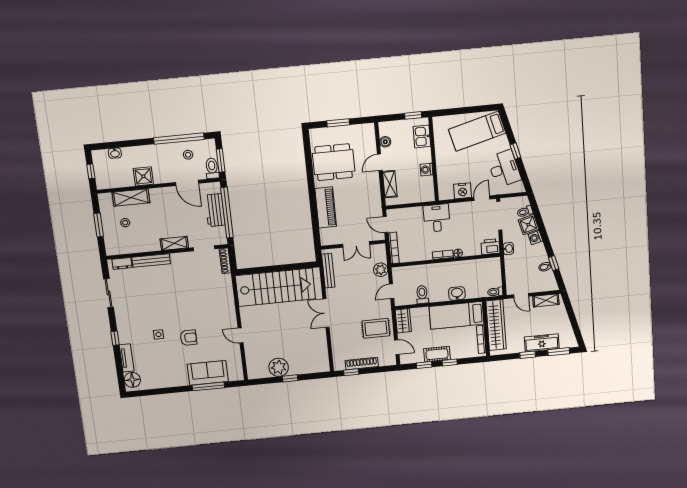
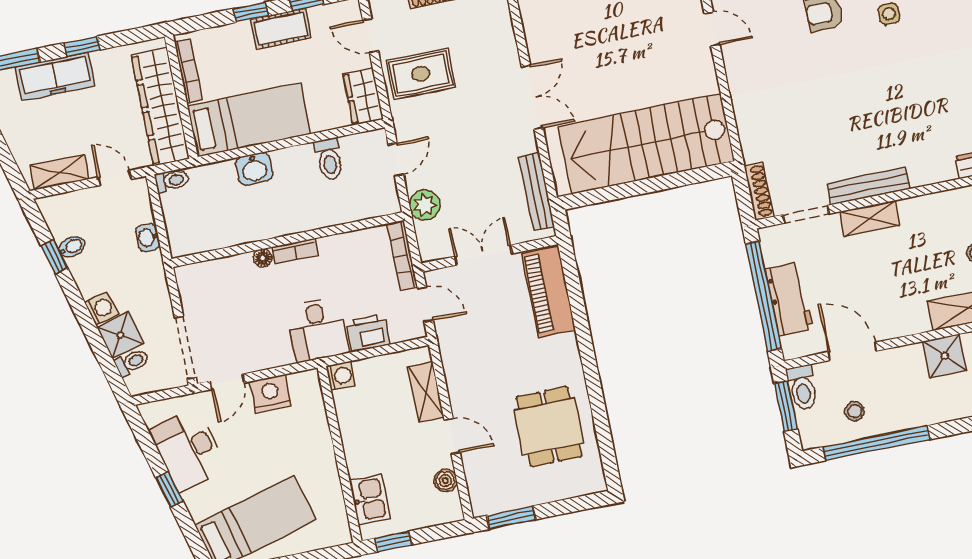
window: (338, 123) -> (511, 518), moved
dining table: (334, 162) -> (549, 427), width x0.73
door: (380, 162) -> (452, 436), hinge flipped
washing machine: (426, 170) -> (341, 376), moved
piano: (326, 208) -> (549, 292), moved
printer: (490, 247) -> (368, 333), moved, turned 180
washbasin: (508, 249) -> (148, 237), moved
bench: (151, 261) -> (868, 186), moved

